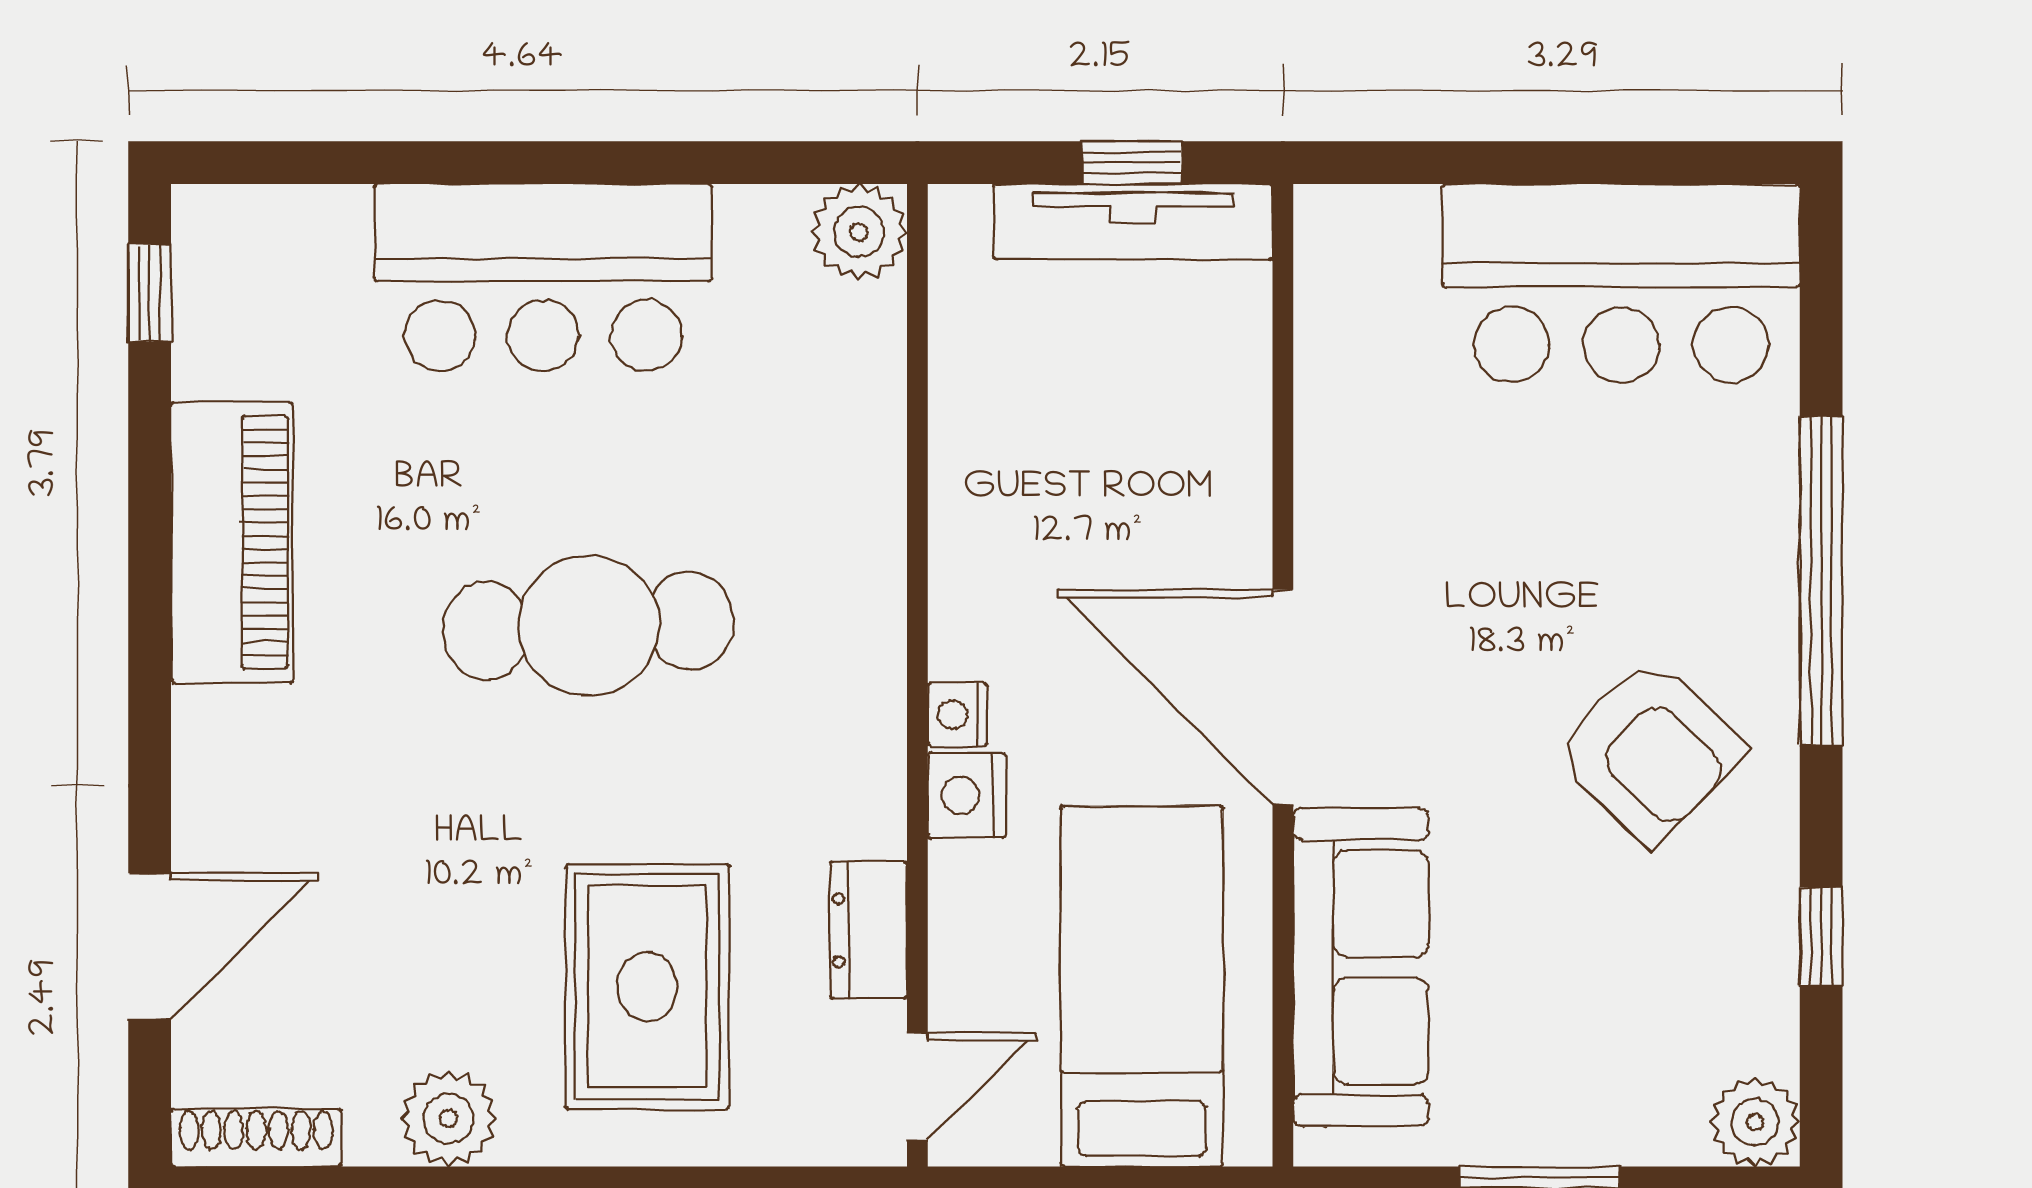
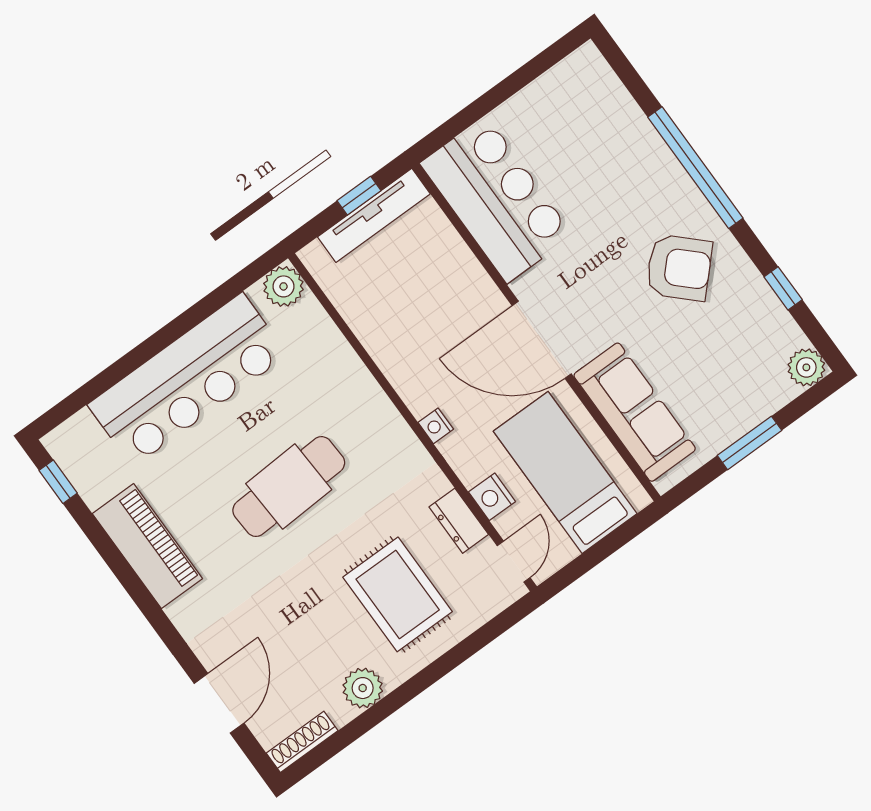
bar counter: (543, 277) -> (188, 380), width x1.36
bar counter: (1621, 283) -> (496, 199), moved, turned -90
nightstand: (967, 795) -> (492, 497), moved

